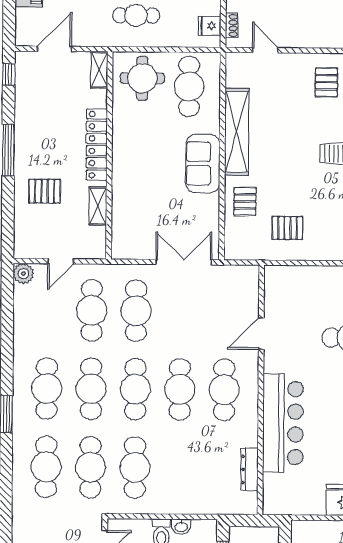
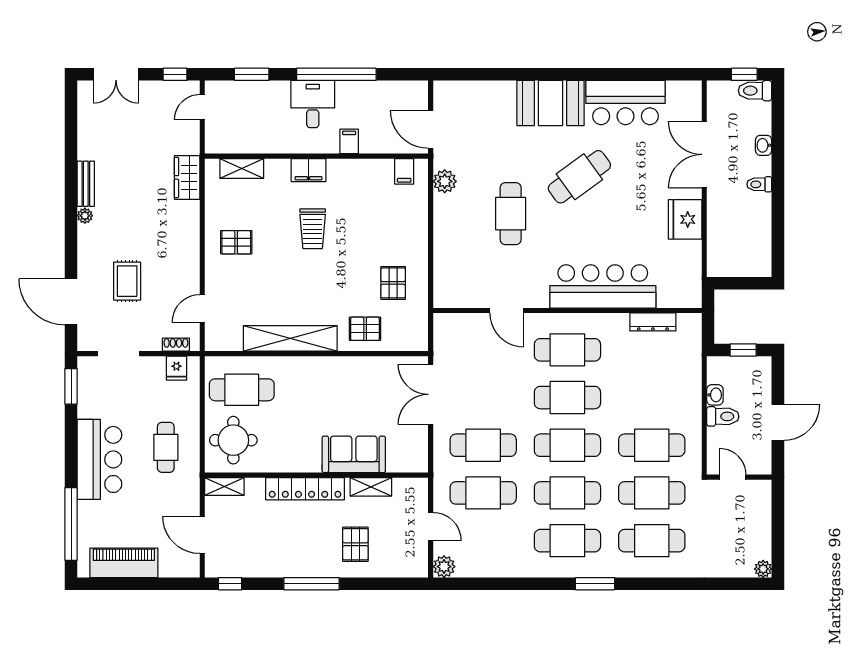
sofa: (203, 164) -> (354, 454), moved, turned 180

